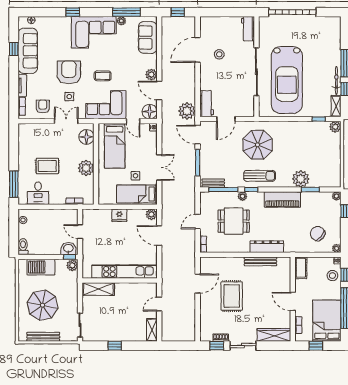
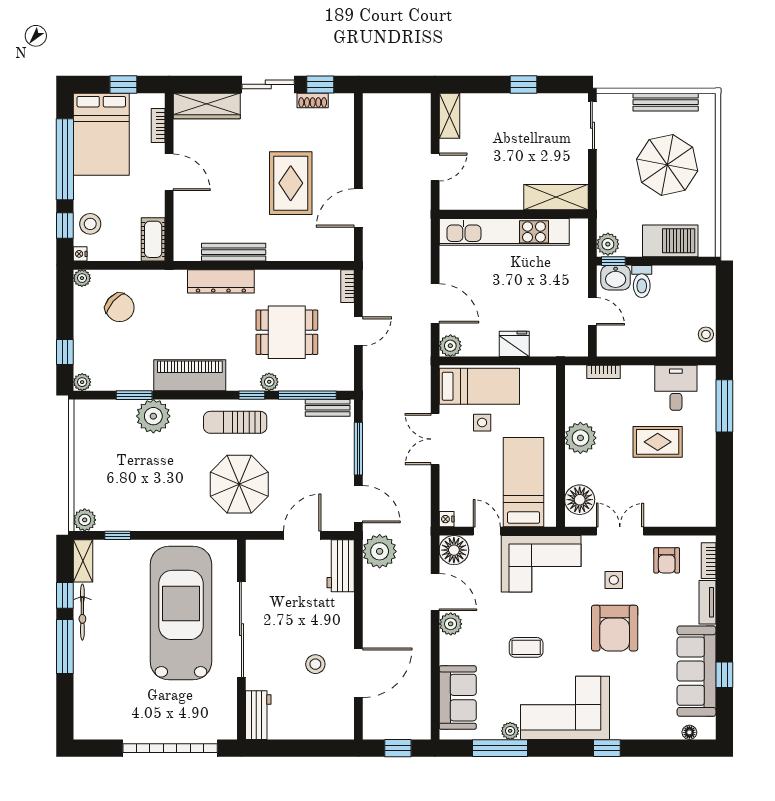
coffee table: (103, 76) -> (526, 647), moved
double door: (66, 121) -> (620, 531), swing flipped
toilet: (23, 247) -> (642, 281), moved

